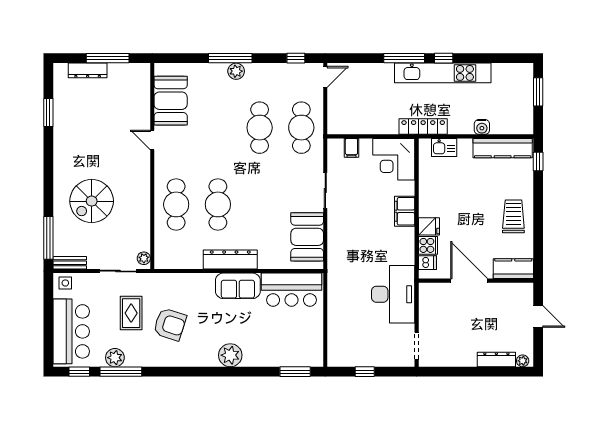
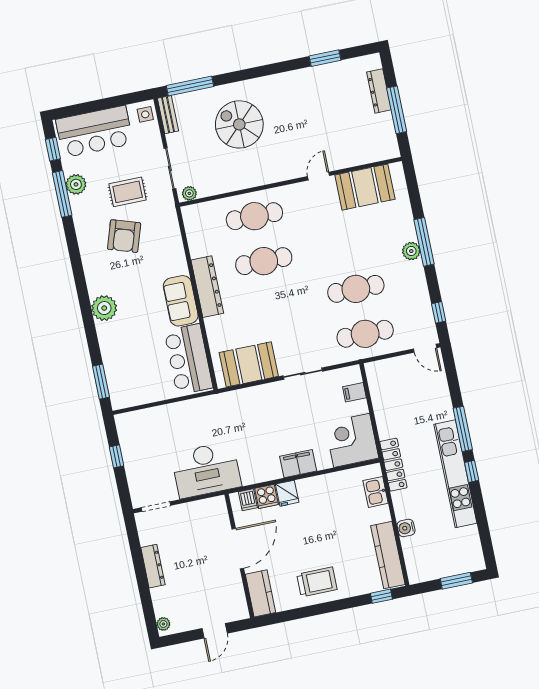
dresser: (496, 359) -> (153, 566), moved

